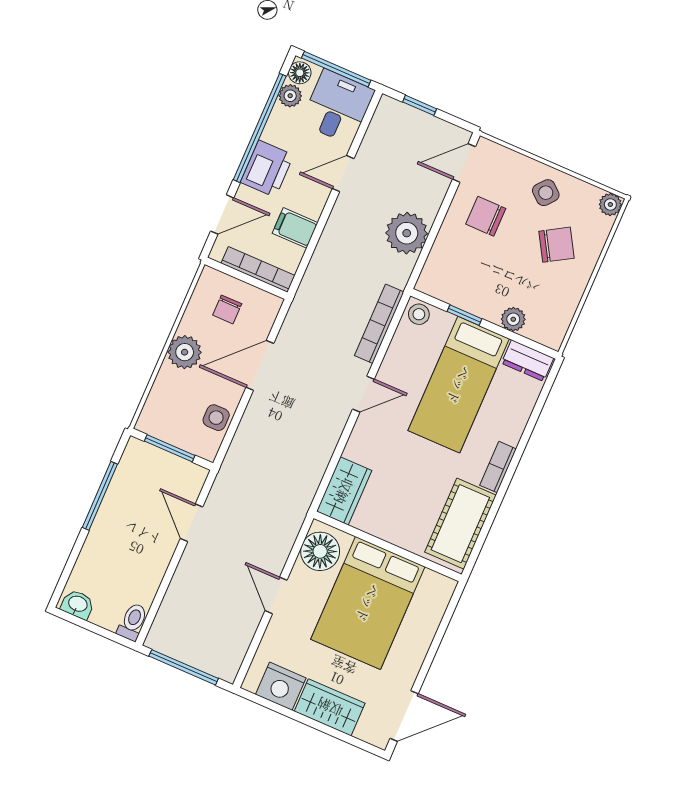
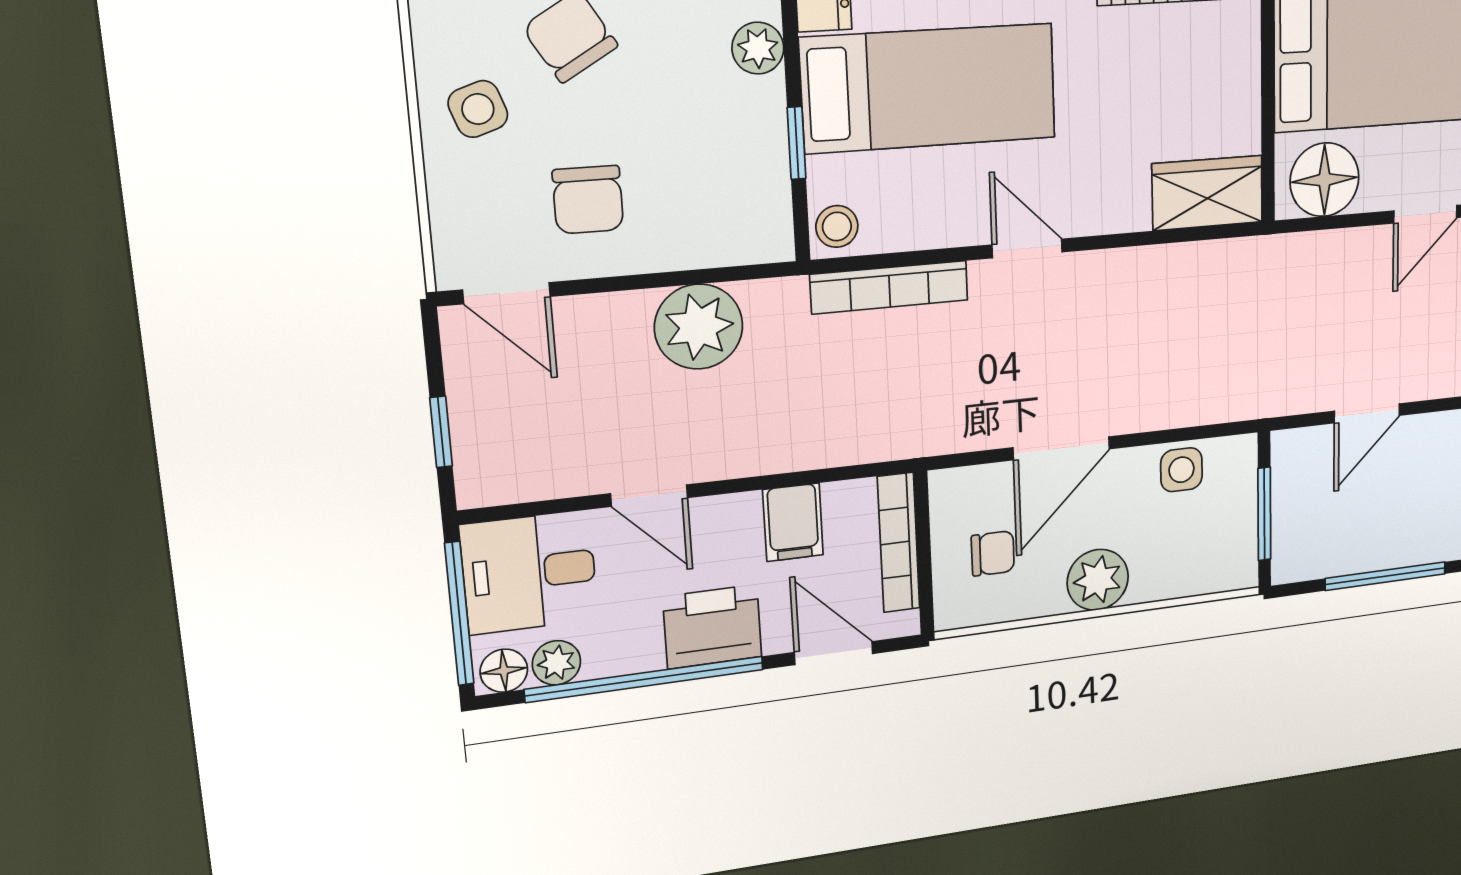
side table: (546, 193) -> (478, 109), turned 31
door: (260, 365) -> (1061, 448), hinge flipped

